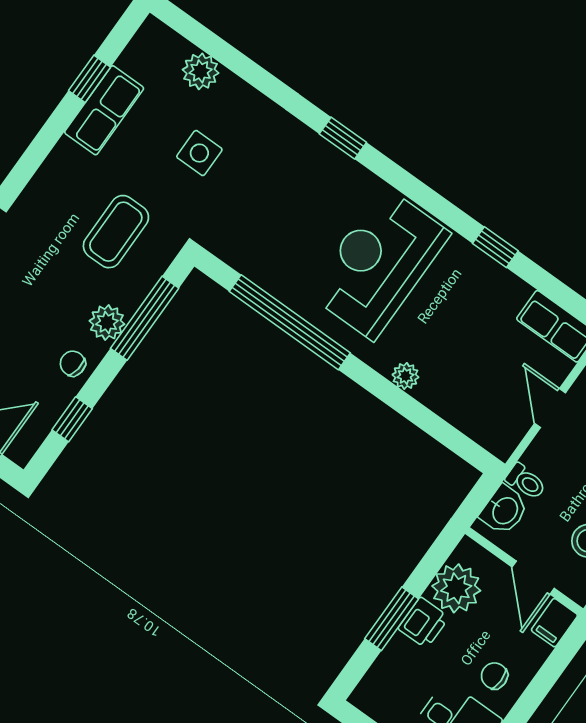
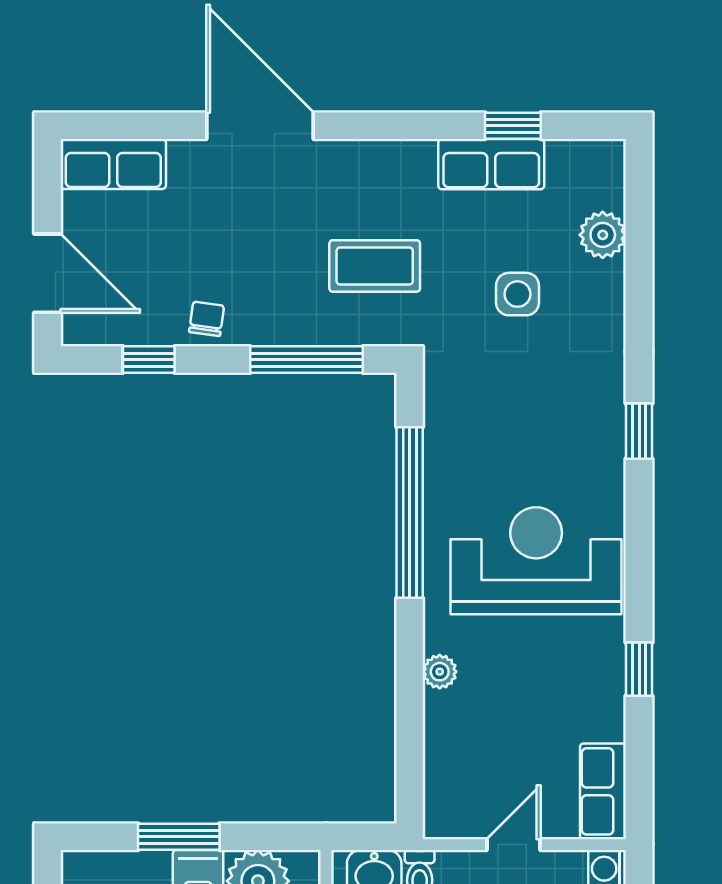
plant: (107, 323) -> (274, 324), removed

